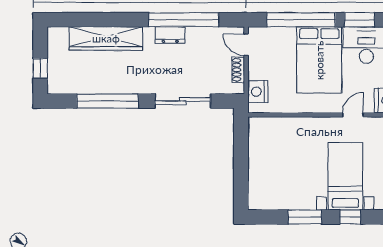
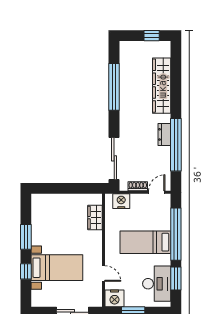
bed: (319, 60) -> (145, 242), width x0.67
window: (40, 68) -> (152, 36), moved
sliding door: (183, 101) -> (114, 158), moved
wardrobe: (279, 126) -> (95, 218), added

